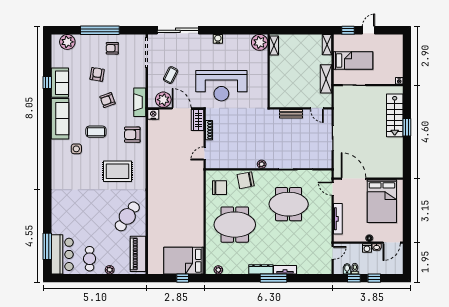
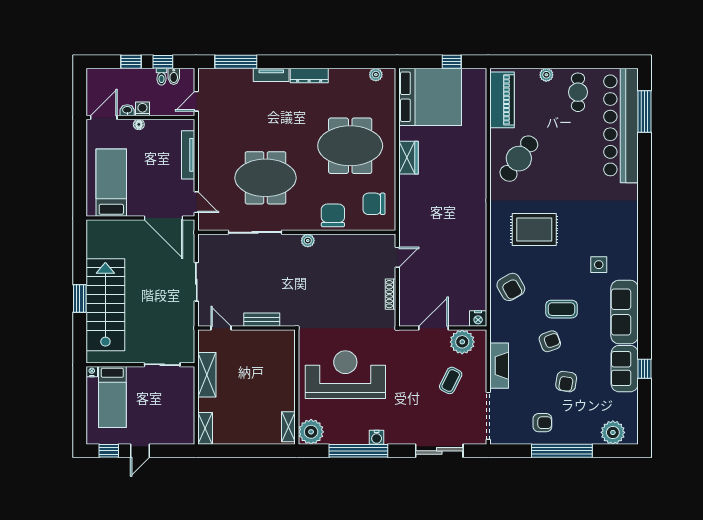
sliding door: (178, 30) -> (439, 451), width x0.73
window: (229, 30) -> (358, 451), added
window: (348, 30) -> (109, 451), moved
bed: (353, 60) -> (112, 397), moved, turned -90
reception desk: (221, 86) -> (345, 375), moved
fireplace: (140, 102) -> (499, 366), moved
door: (182, 108) -> (433, 328), swing flipped
stairs: (395, 115) -> (105, 305), width x1.36, depth x1.51
wardrobe: (198, 120) -> (408, 158), moved
coffee table: (96, 132) -> (561, 309), moved
armchair: (132, 135) -> (511, 287), turned 60
chair: (246, 180) -> (333, 215), turned -79
bed: (382, 201) -> (111, 183), width x0.67
bar counter: (62, 254) -> (621, 125), width x1.86
bed: (184, 261) -> (430, 97), width x1.36
window: (183, 278) -> (452, 62), moved
window: (274, 278) -> (236, 62), moved

